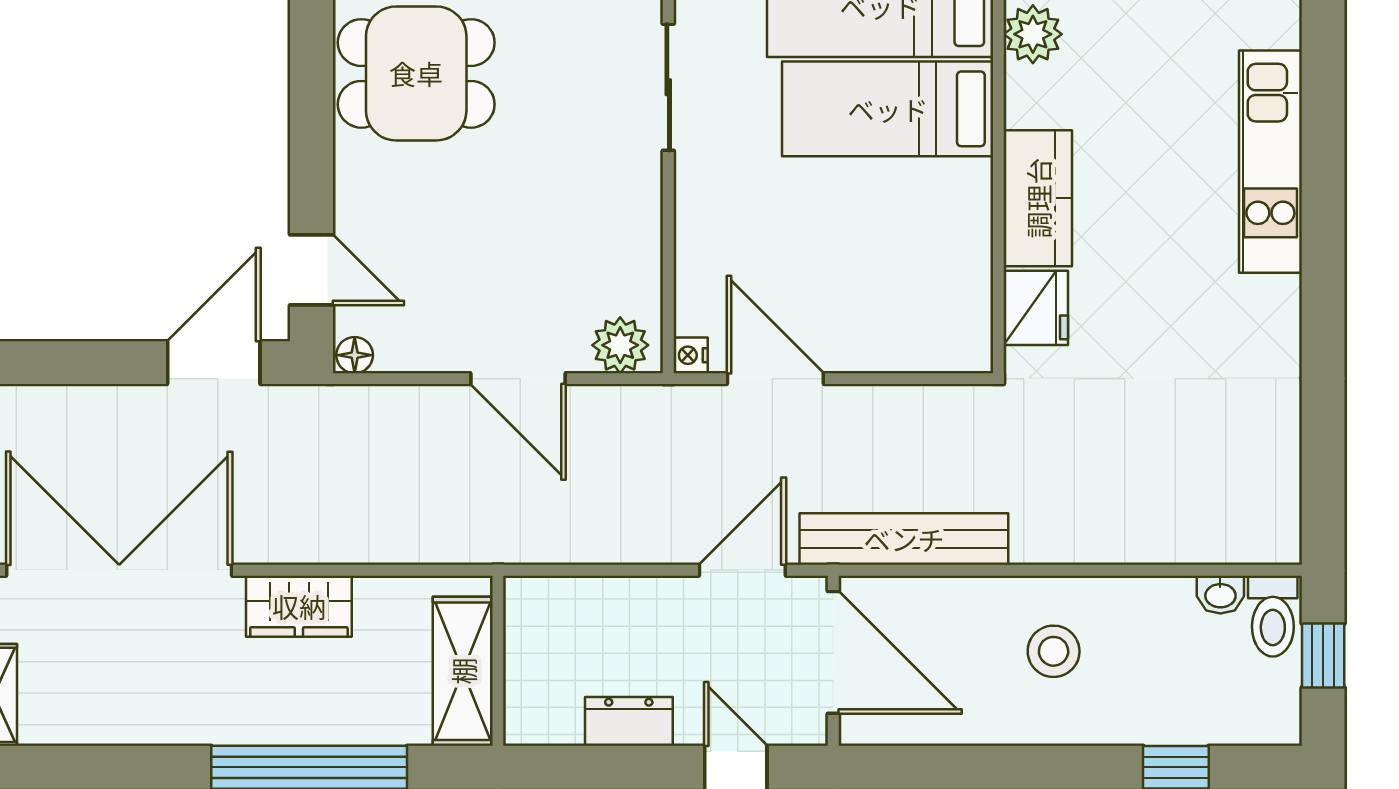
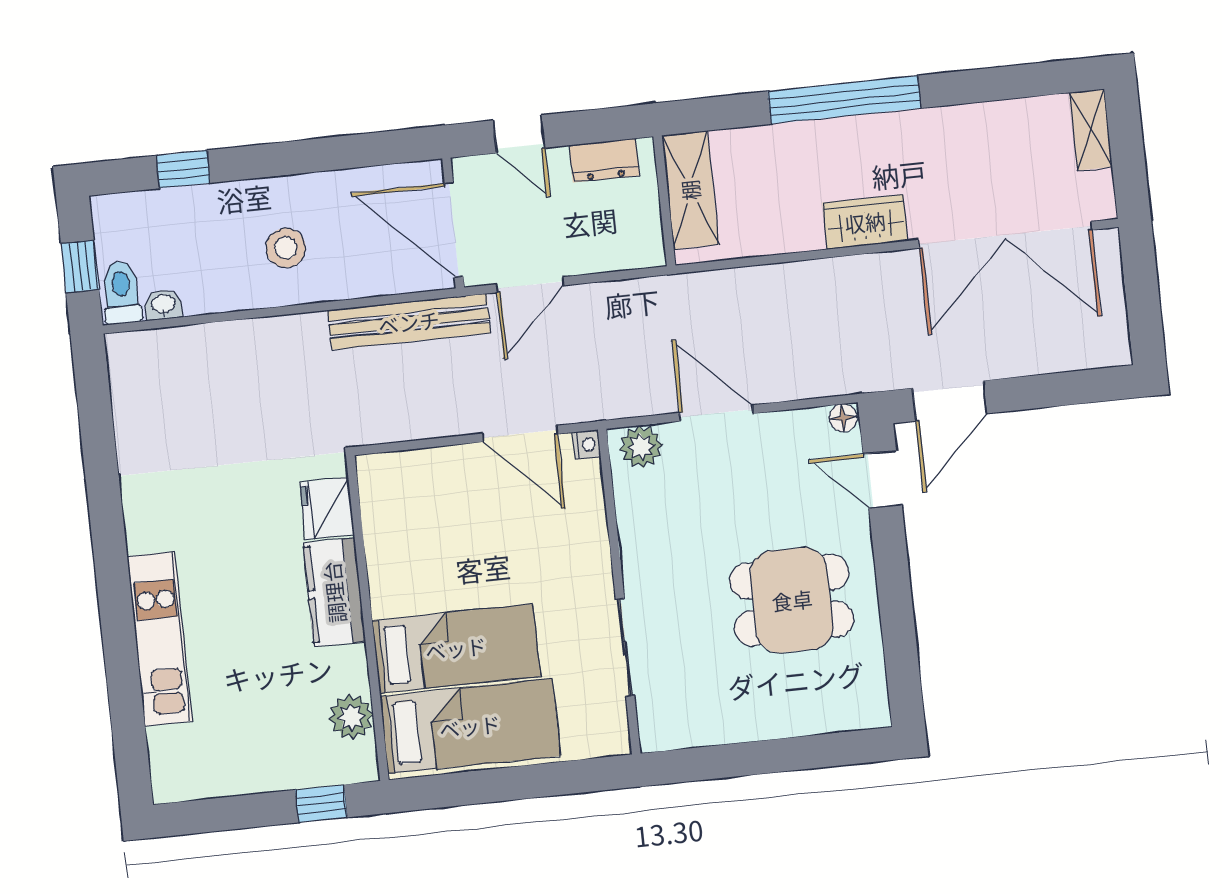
dining table: (416, 73) -> (792, 600), moved
wall: (498, 661) -> (664, 201), moved
shelving: (463, 671) -> (690, 190), moved

